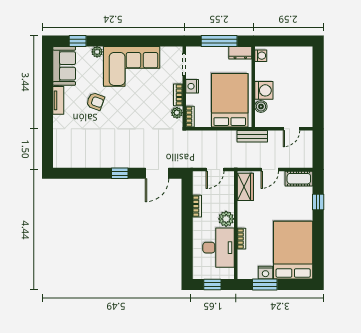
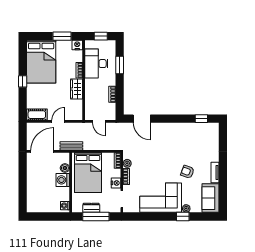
window: (78, 41) -> (183, 216), moved
dresser: (240, 53) -> (91, 208), moved
door: (291, 129) -> (42, 151), width x1.88
door: (215, 170) -> (99, 121), swing flipped
window: (120, 173) -> (201, 119), moved
door: (157, 173) -> (142, 119), swing flipped
wardrobe: (245, 187) -> (76, 89), moved
window: (318, 202) -> (23, 81), moved
plant: (226, 219) -> (91, 85), removed
window: (187, 245) -> (120, 65), added
nightstand: (265, 273) -> (77, 45), moved

